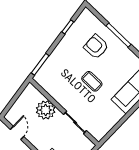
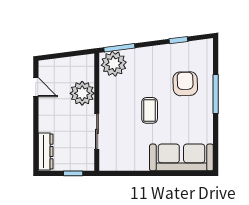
plant: (46, 76) -> (114, 64), added
door: (17, 133) -> (36, 87), hinge flipped

